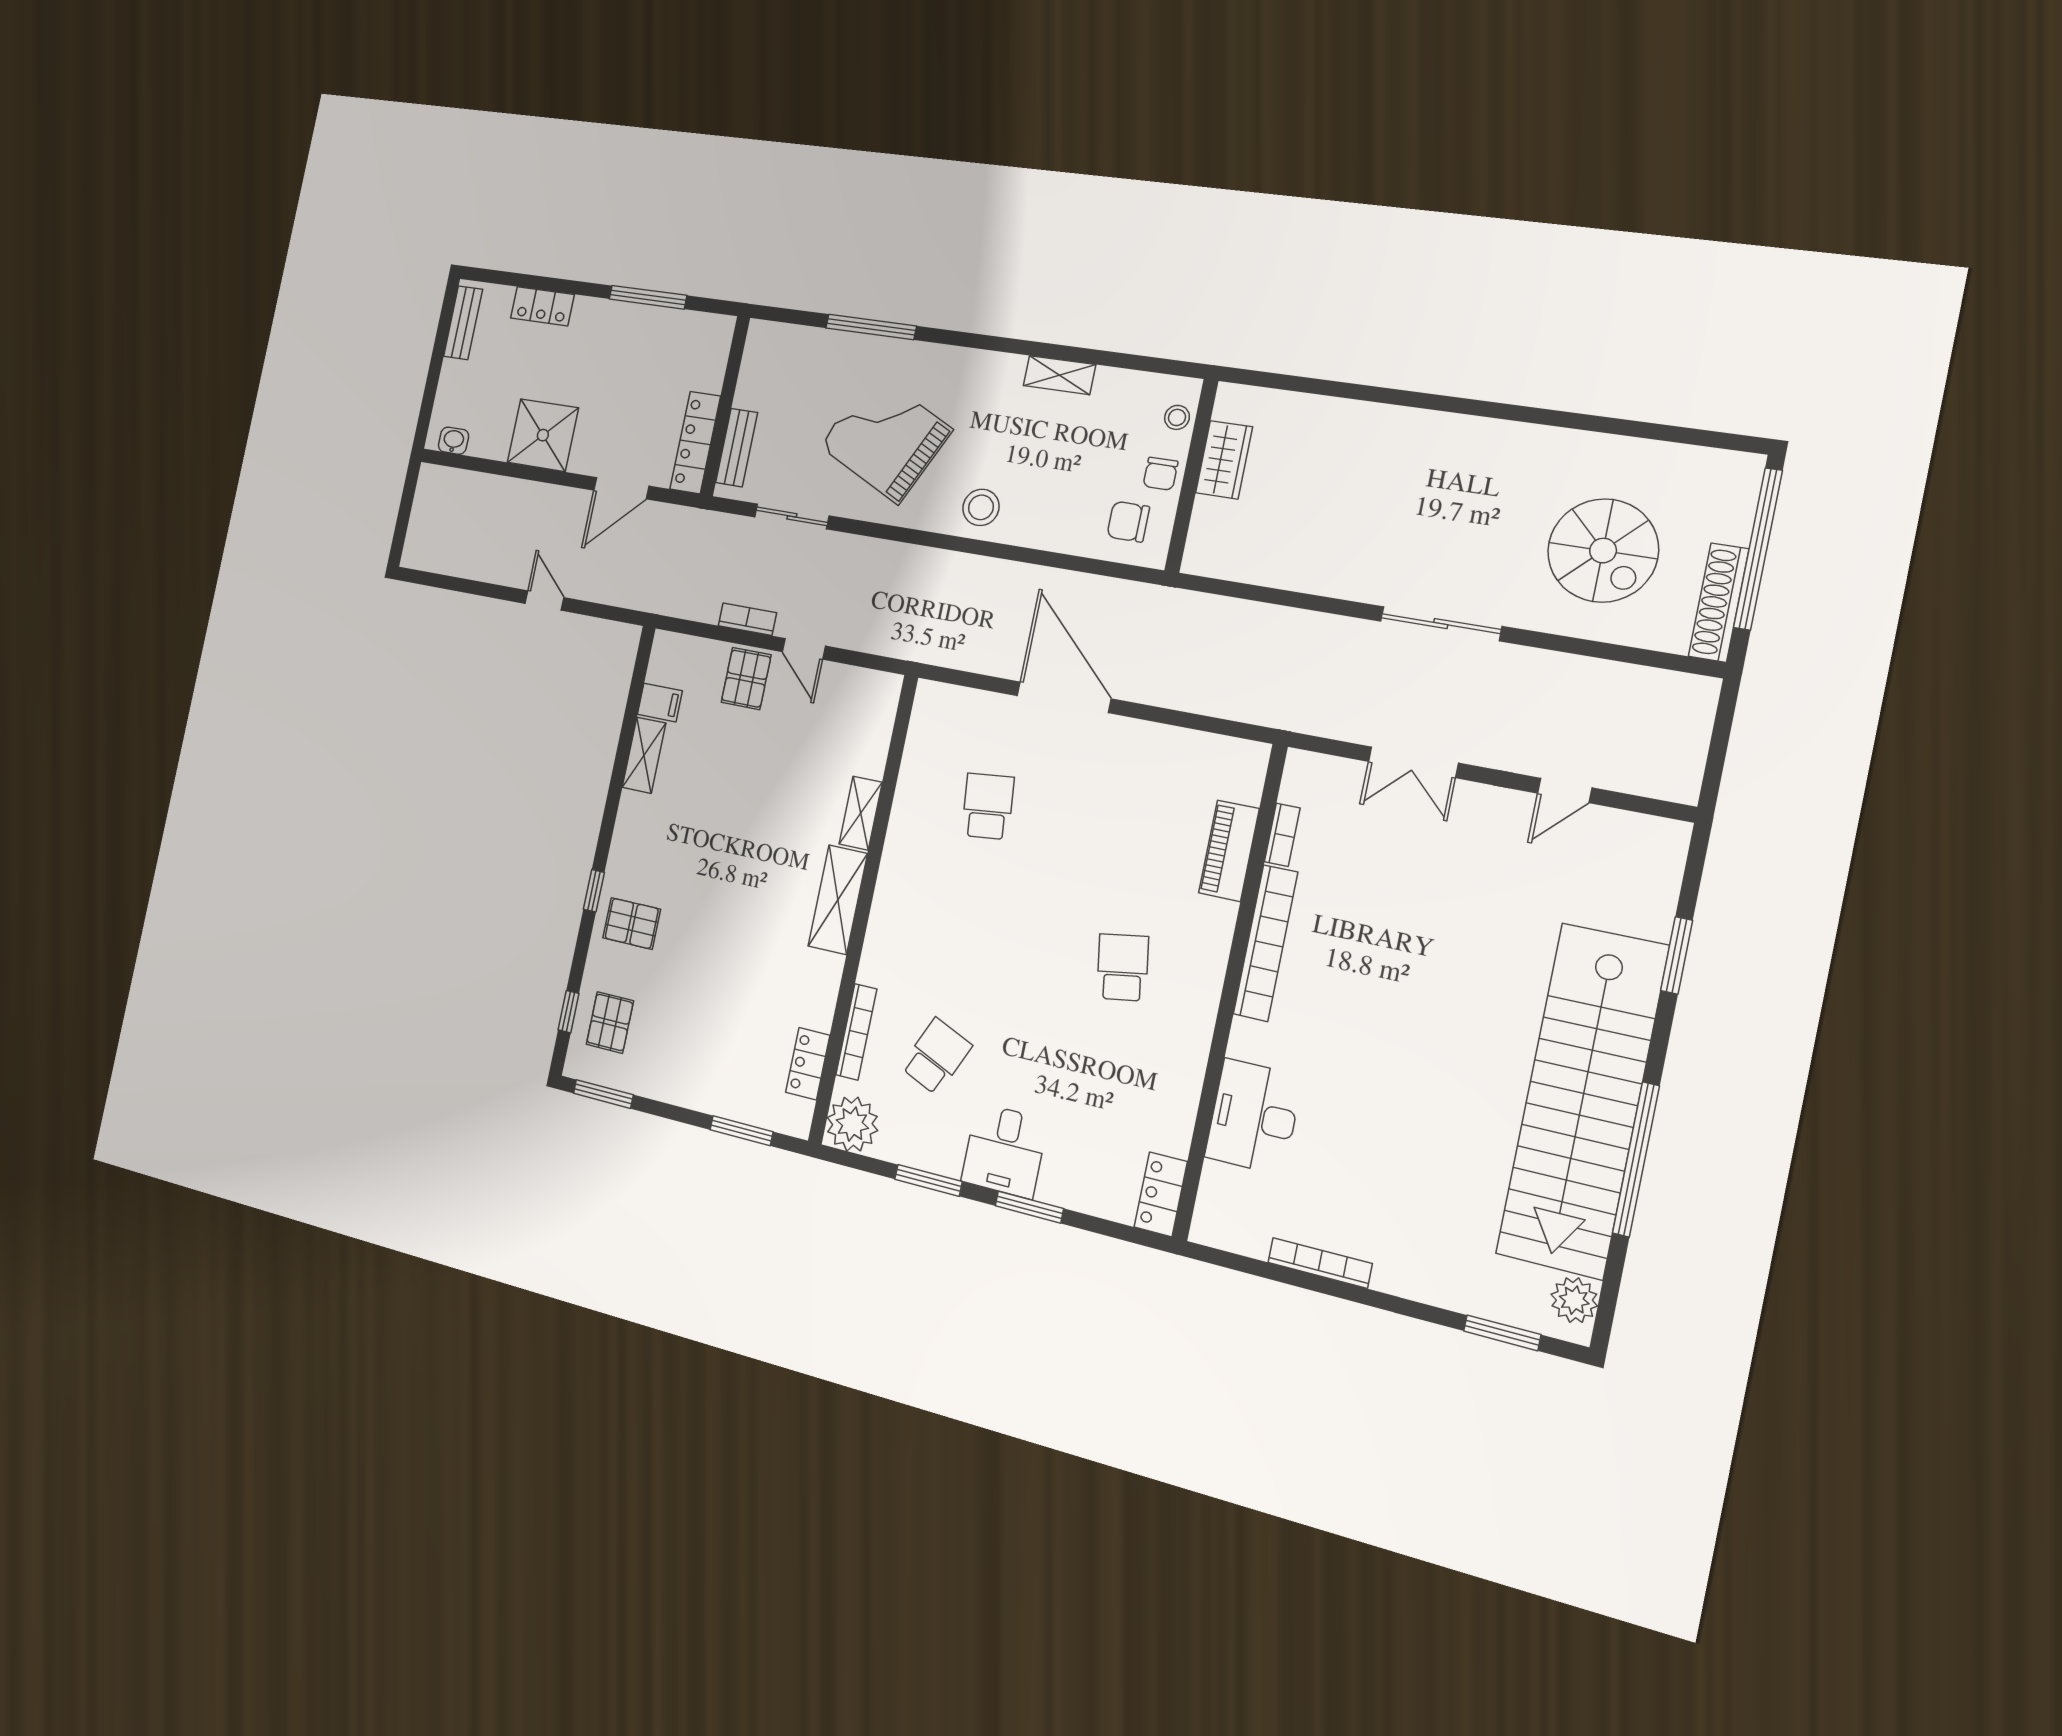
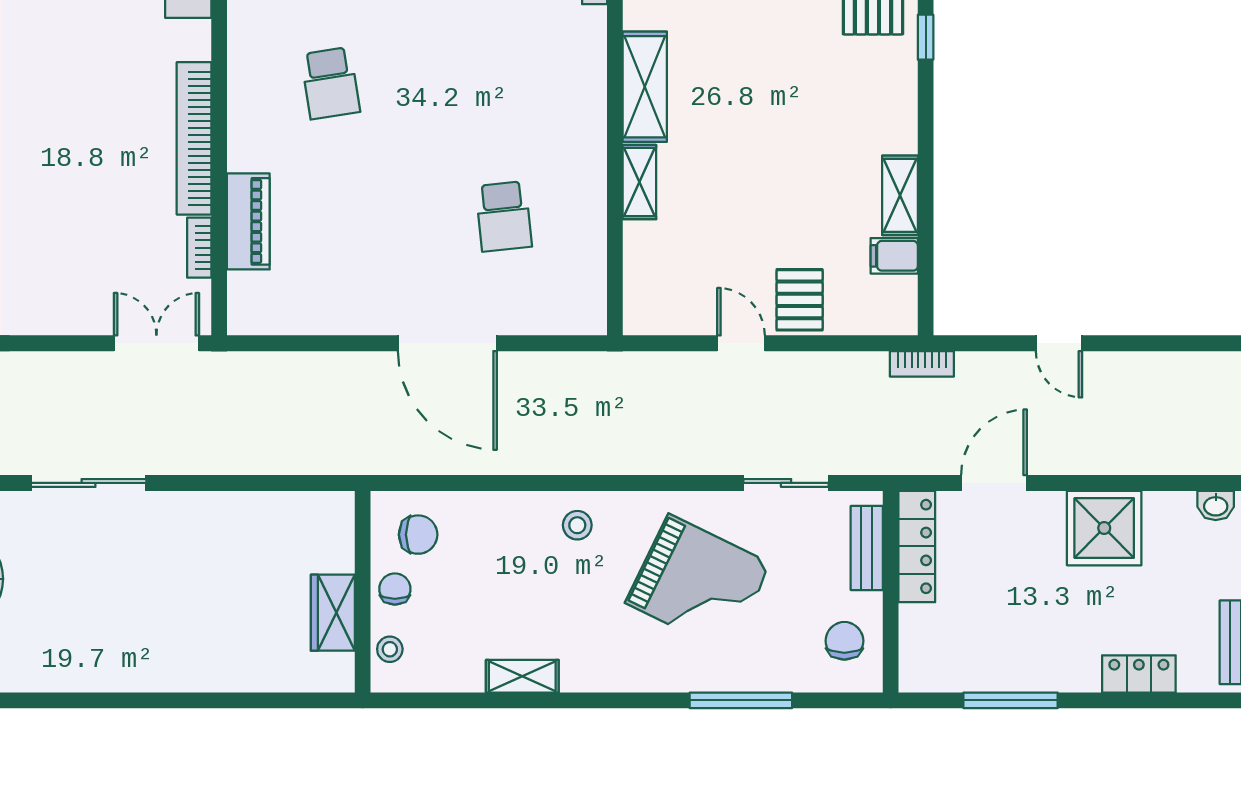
chair: (772, 368) -> (844, 641), added
stool: (981, 507) -> (577, 525), width x0.73, depth x0.73
bookcase: (747, 619) -> (922, 364), moved
double door: (1413, 762) -> (156, 343), moved

